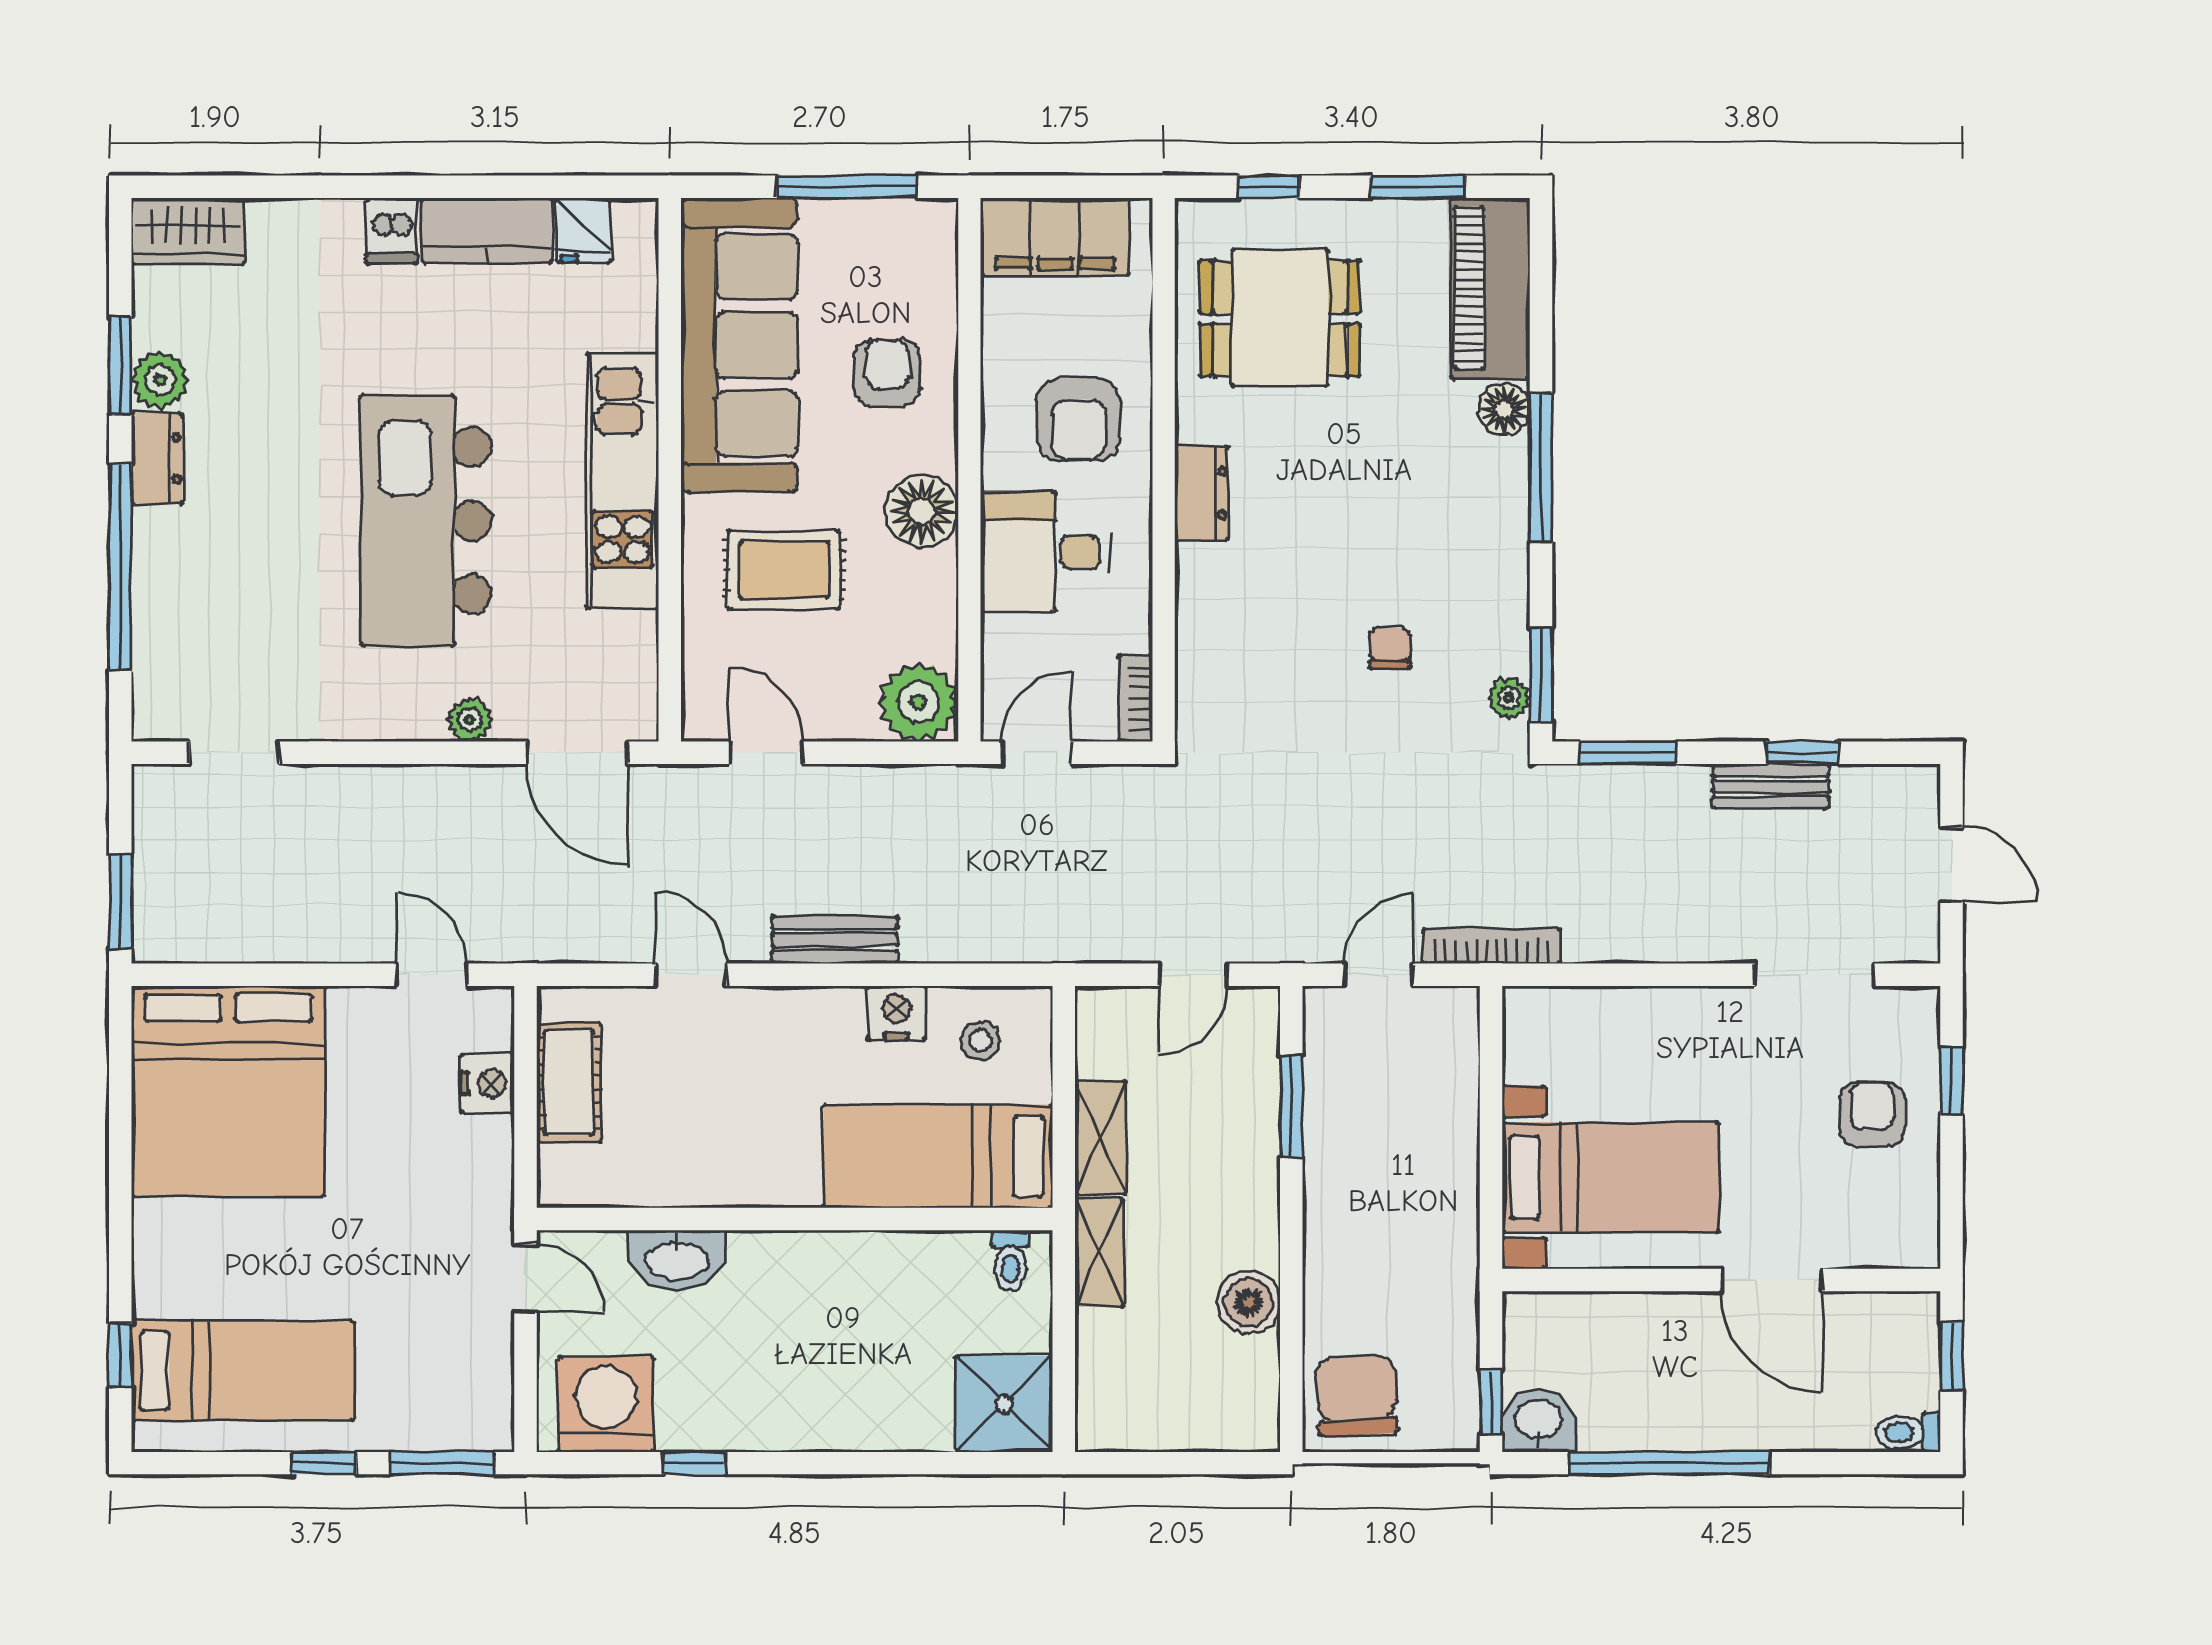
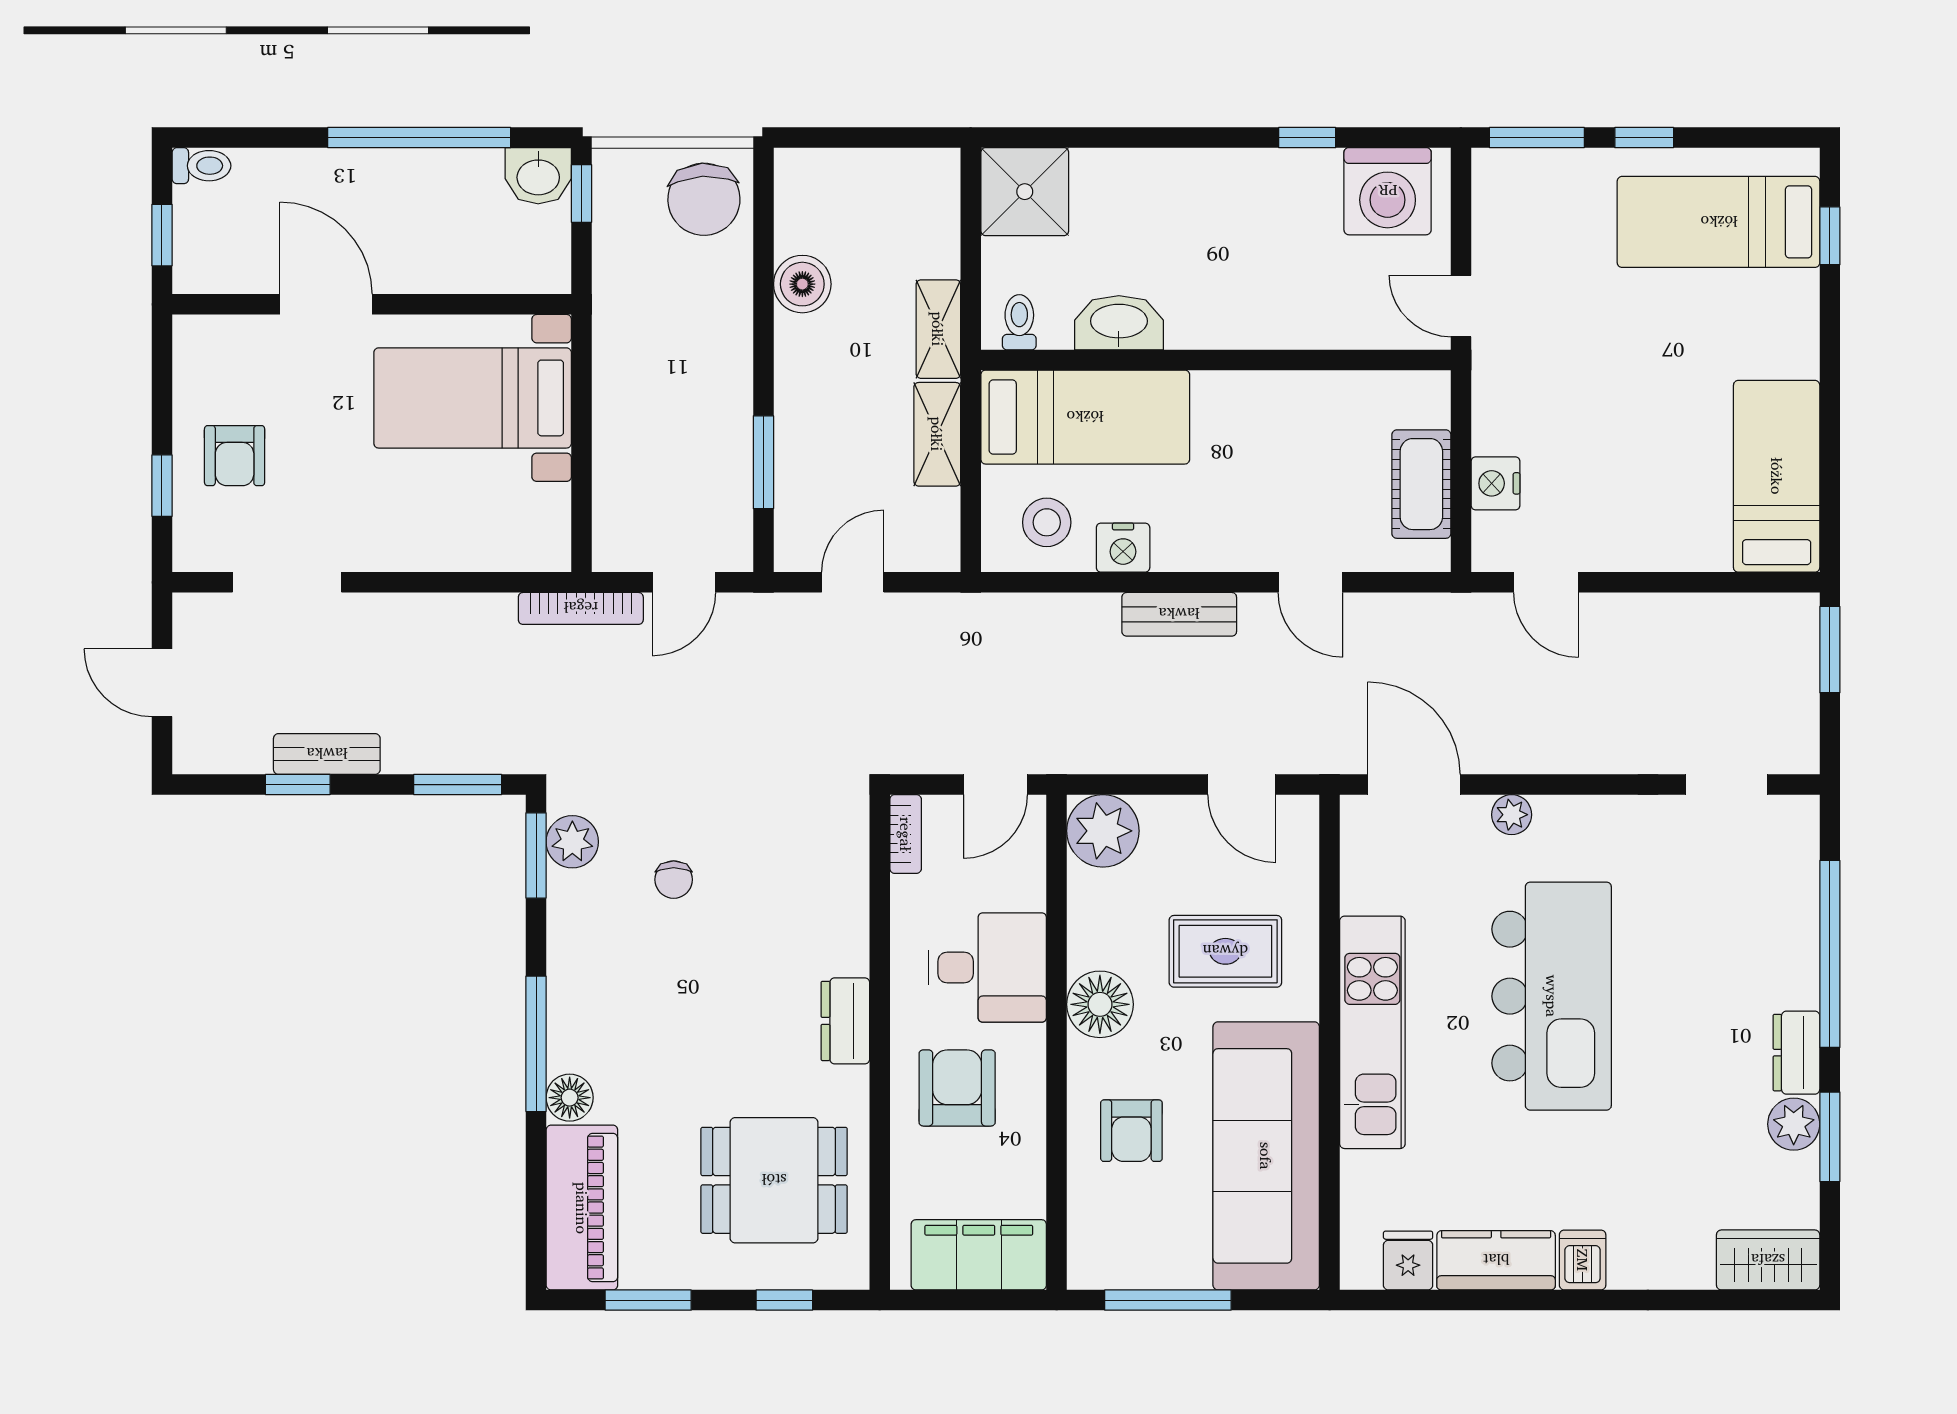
plant: (1509, 698) -> (572, 842), width x1.38, depth x1.38
stool: (980, 1041) -> (1047, 522), width x1.37, depth x1.37
bed: (228, 1091) -> (1777, 476), width x0.49
washbasin: (677, 1260) -> (1119, 323), moved

